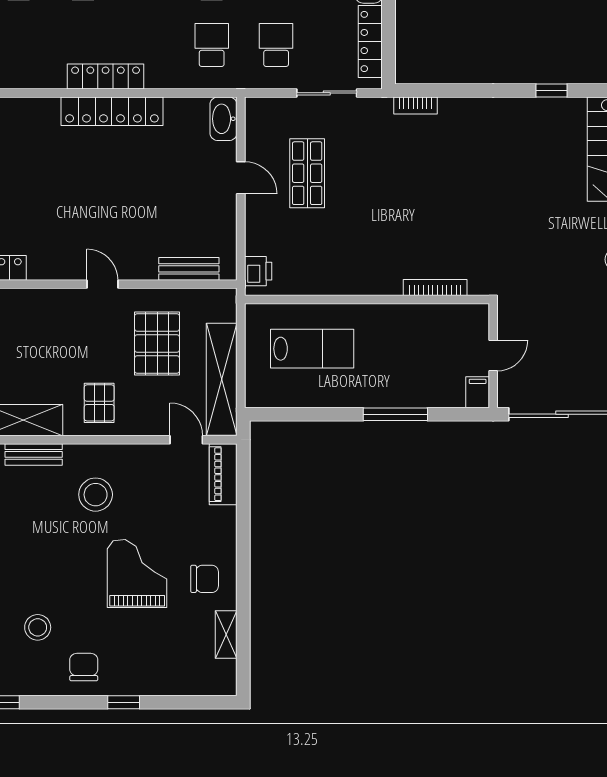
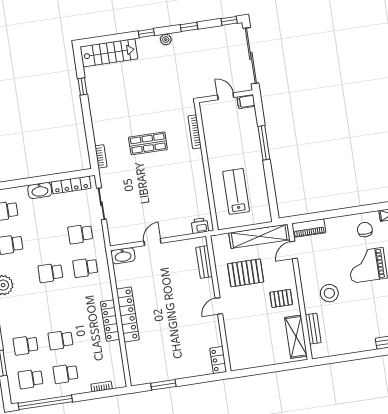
shop shelf: (307, 173) -> (148, 143), moved

